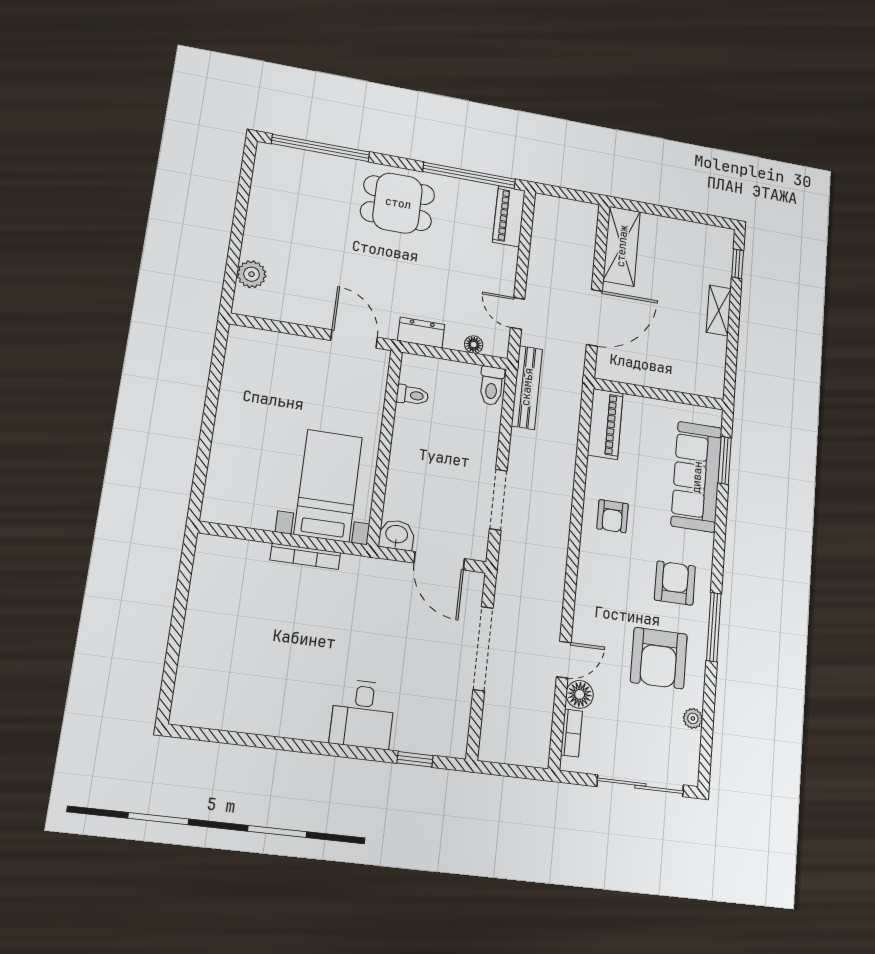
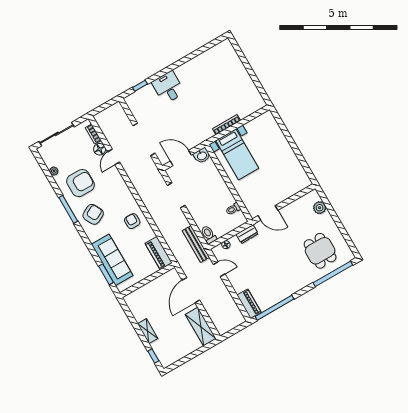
dining table: (398, 203) -> (320, 251), moved, turned 90
armchair: (675, 583) -> (93, 214), turned -117
armchair: (659, 658) -> (80, 183), turned 90

